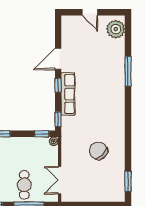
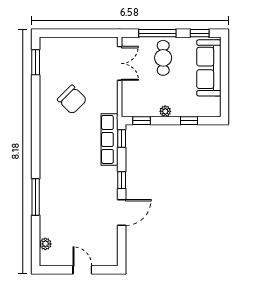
plant: (116, 29) -> (45, 244), width x0.53, depth x0.53
row of seats: (68, 94) -> (109, 139), moved
plant: (54, 141) -> (165, 111), moved

